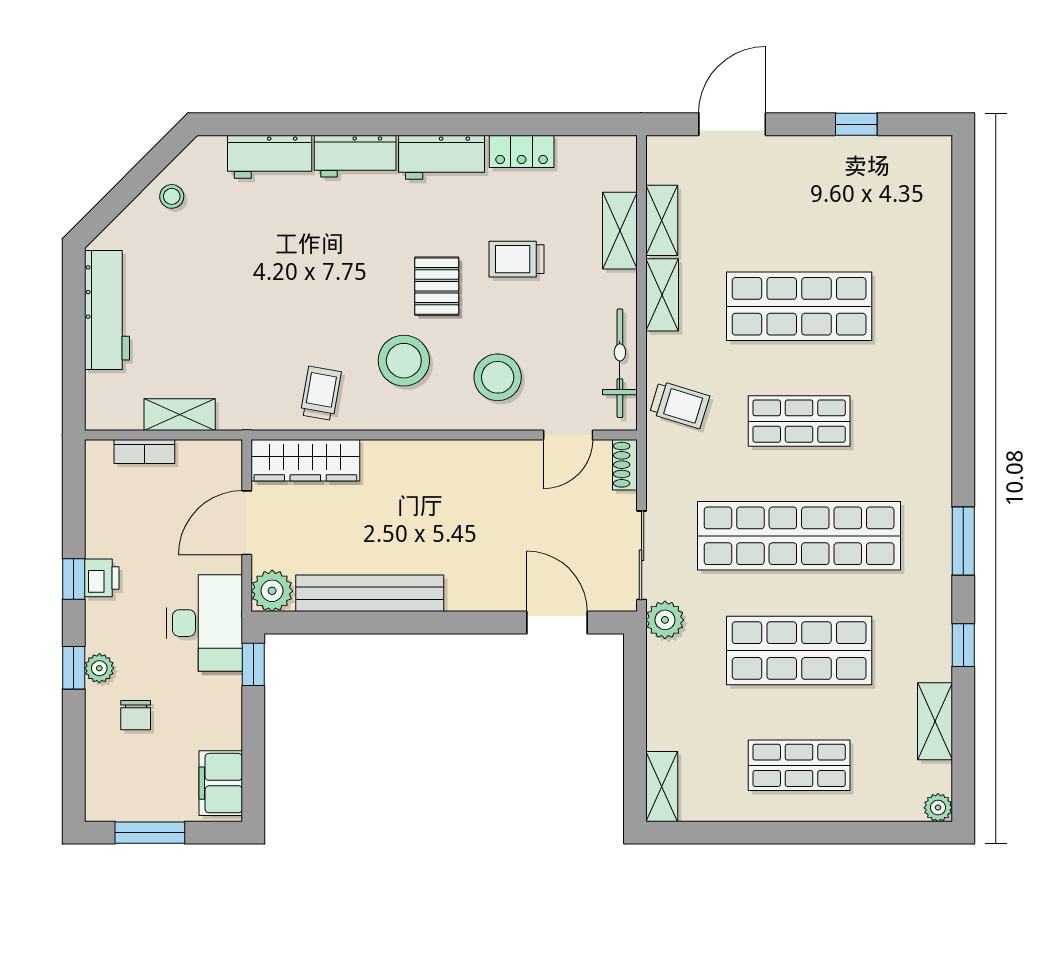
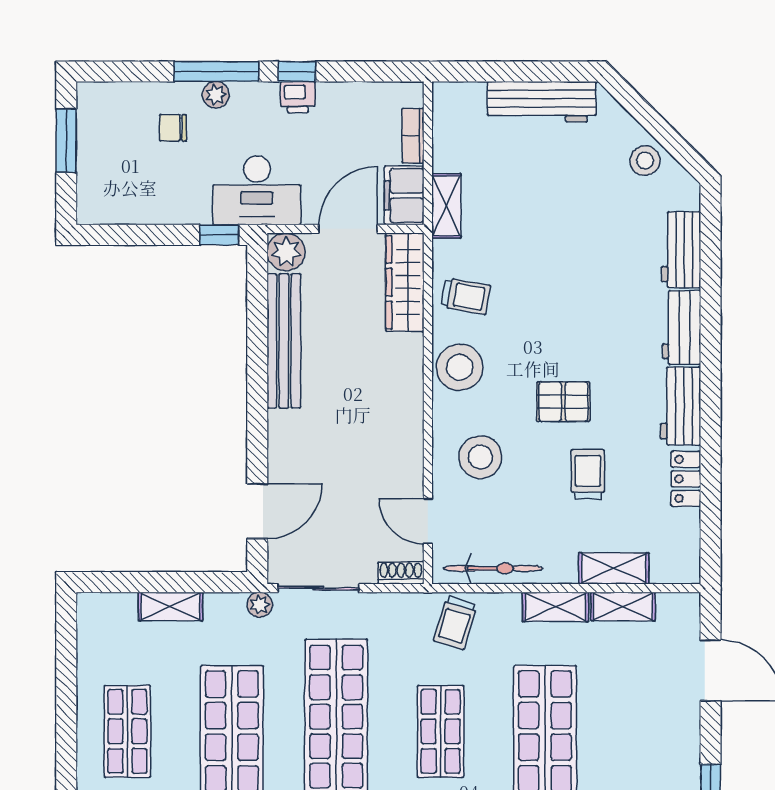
stool: (172, 196) -> (645, 161), width x1.37, depth x1.37
stool: (404, 361) -> (460, 367), moved
shelving: (180, 415) -> (446, 206), moved
door: (247, 523) -> (348, 229), hinge flipped
plant: (665, 620) -> (260, 605), width x0.73, depth x0.73
window: (74, 668) -> (216, 71), width x2.17
filing cabinet: (221, 783) -> (404, 195), moved, turned -90
shelving: (662, 787) -> (170, 606), moved

